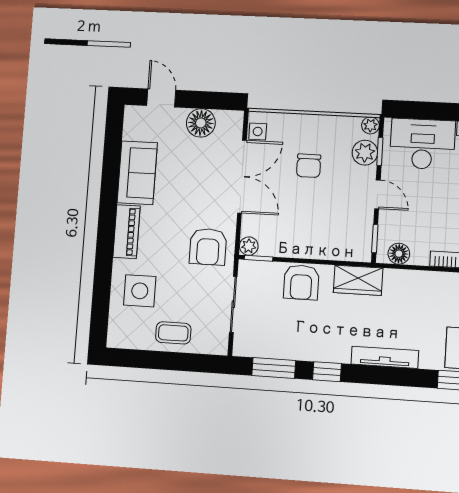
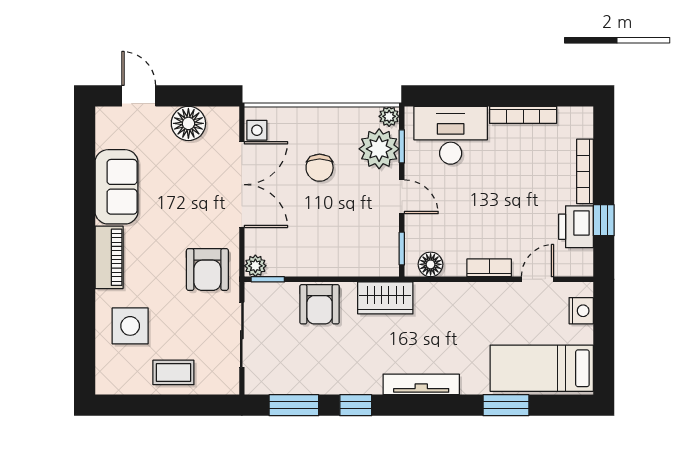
plant: (365, 153) -> (379, 149), width x1.36, depth x1.36

